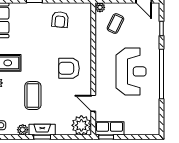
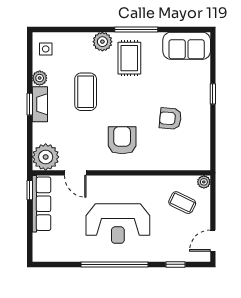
armchair: (60, 20) -> (170, 119), moved
coffee table: (33, 96) -> (86, 92), turned 90
door: (93, 103) -> (75, 173), swing flipped
row of seats: (109, 128) -> (42, 204), width x1.48

